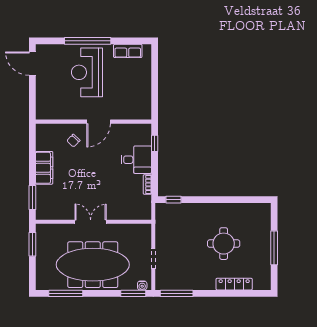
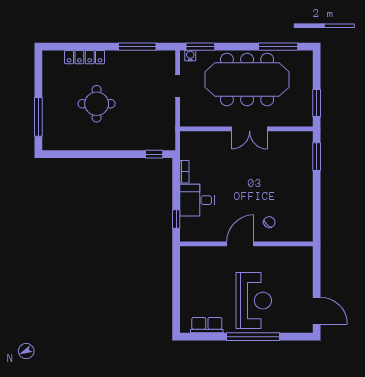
filing cabinet: (44, 168) -> (303, 191), removed
window: (274, 248) -> (38, 117), moved
window: (177, 293) -> (137, 47), moved

